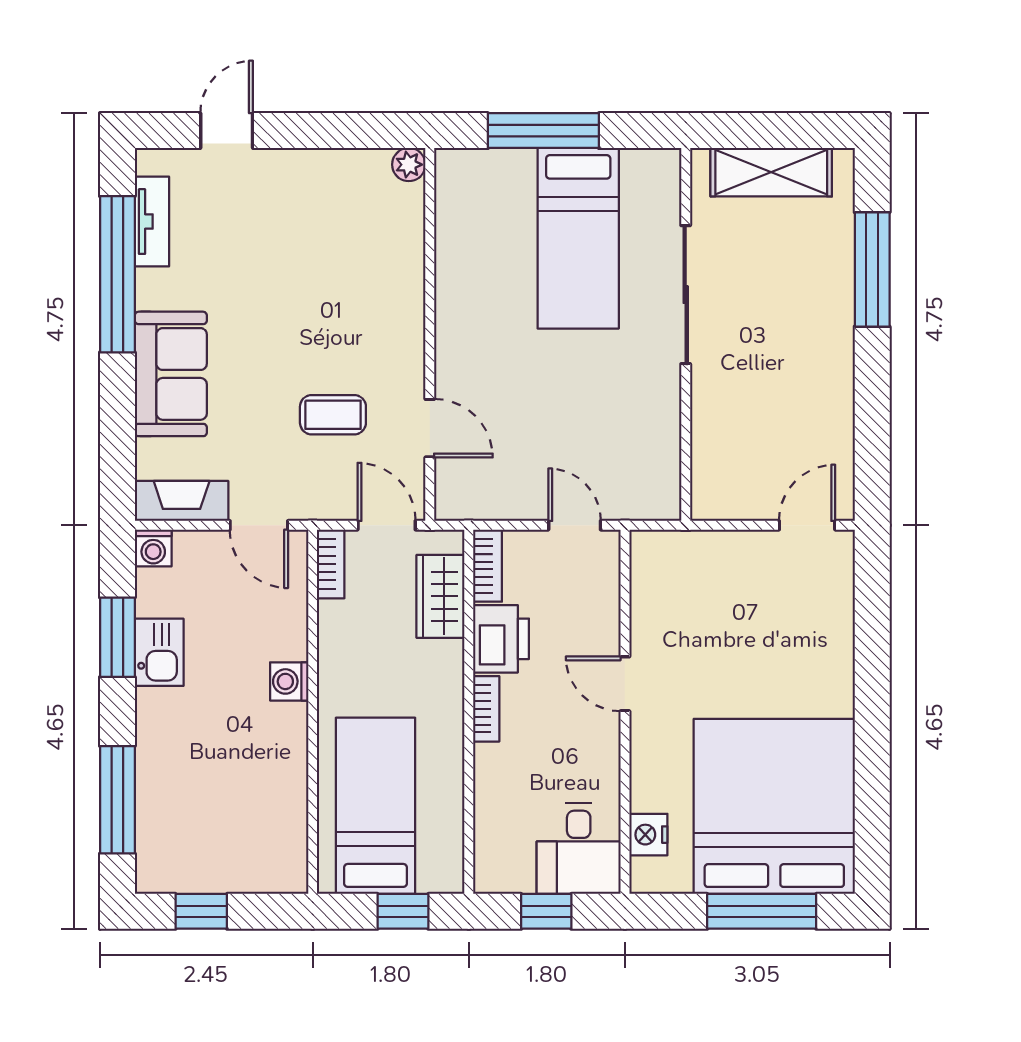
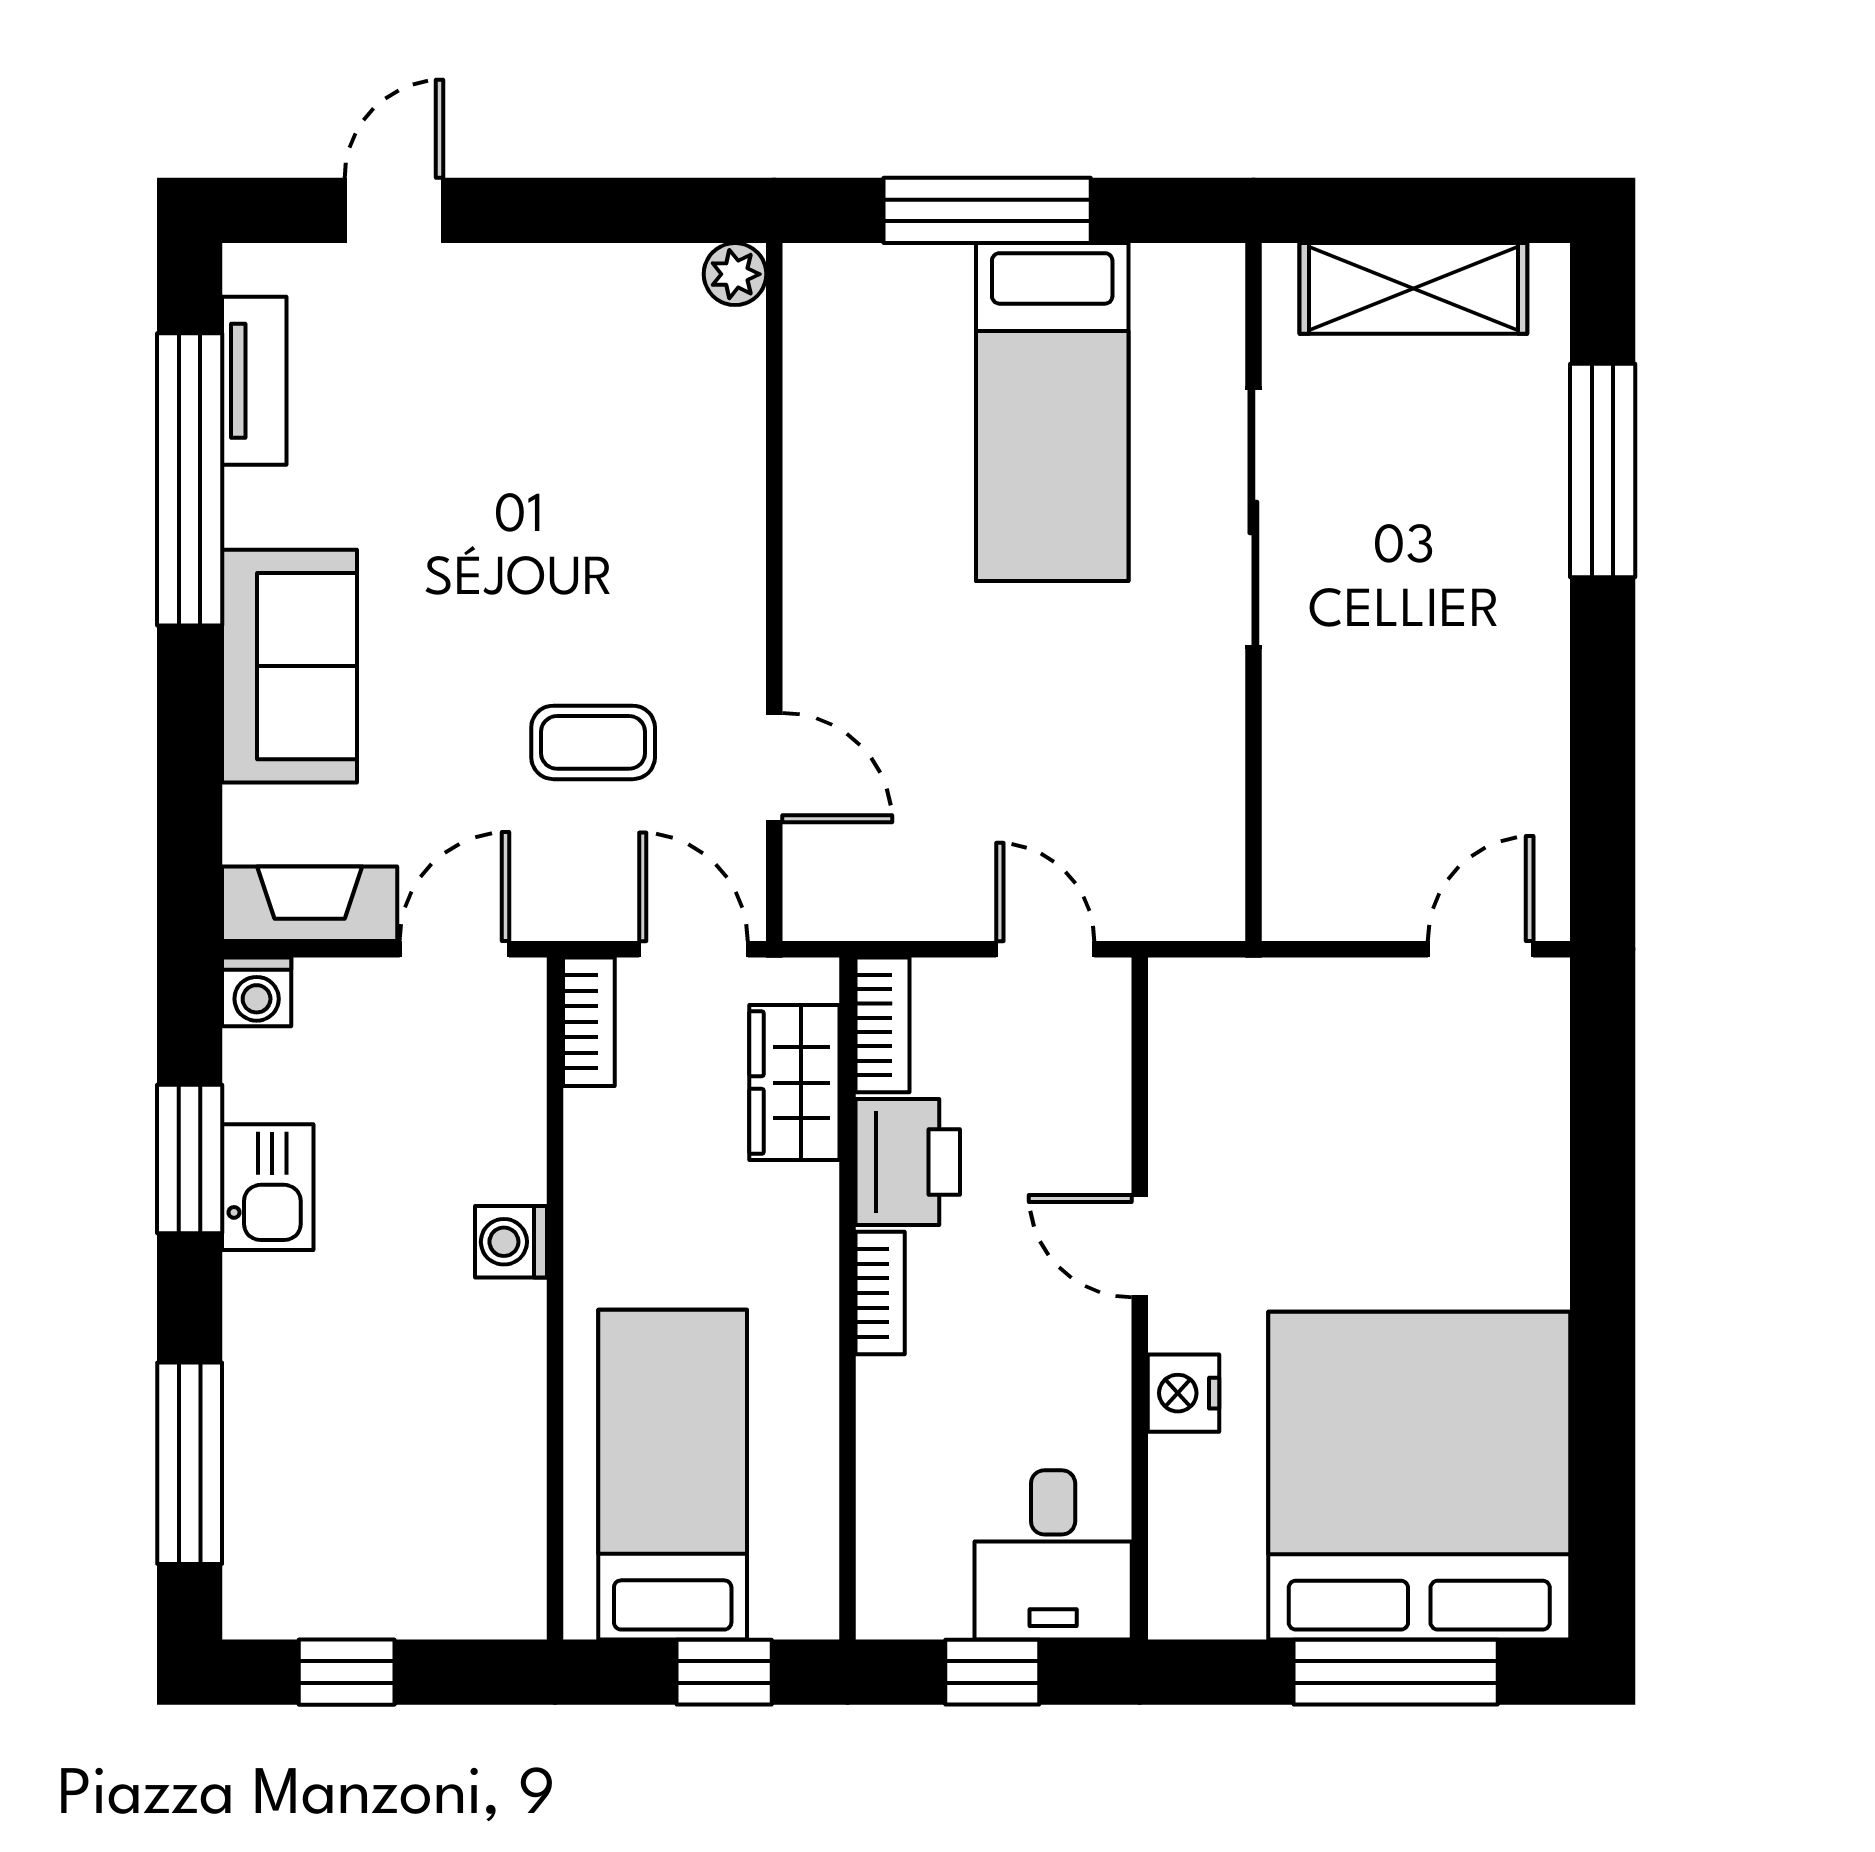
door: (259, 525) -> (454, 949), swing flipped
nightstand: (648, 835) -> (1183, 1393), moved

